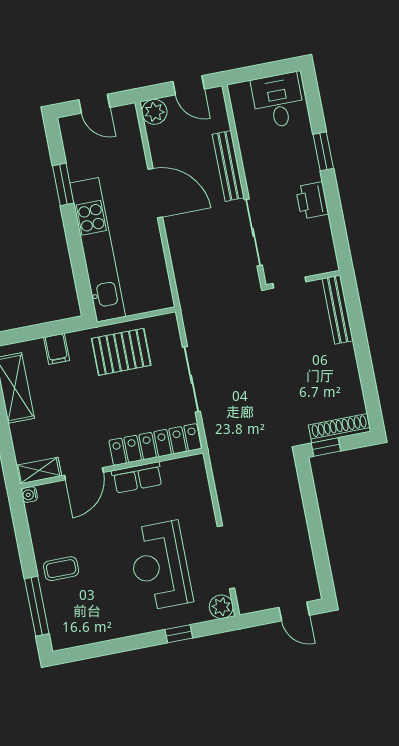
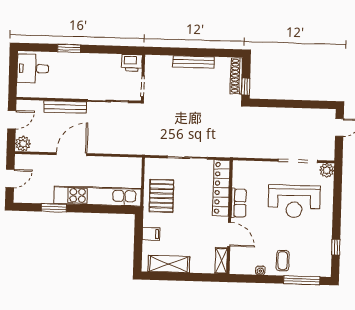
printer: (312, 200) -> (132, 63), moved
bench: (338, 310) -> (194, 62), moved
water cooler: (29, 495) -> (260, 270), moved
window: (179, 634) -> (336, 247), moved

